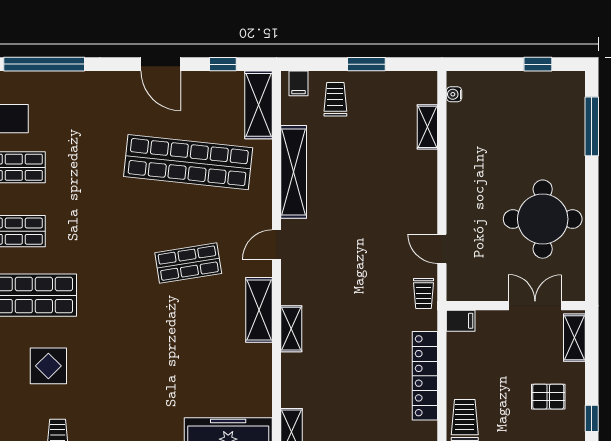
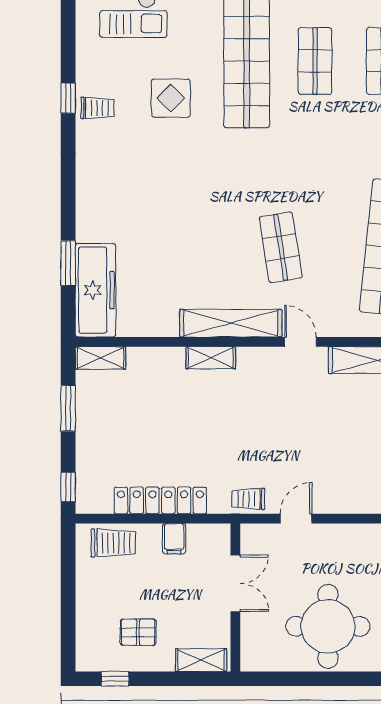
double door: (535, 306) -> (235, 583), moved
shelving: (259, 310) -> (231, 323), width x1.47
filing cabinet: (461, 321) -> (174, 539), moved
pallet: (548, 397) -> (138, 632), turned 90

